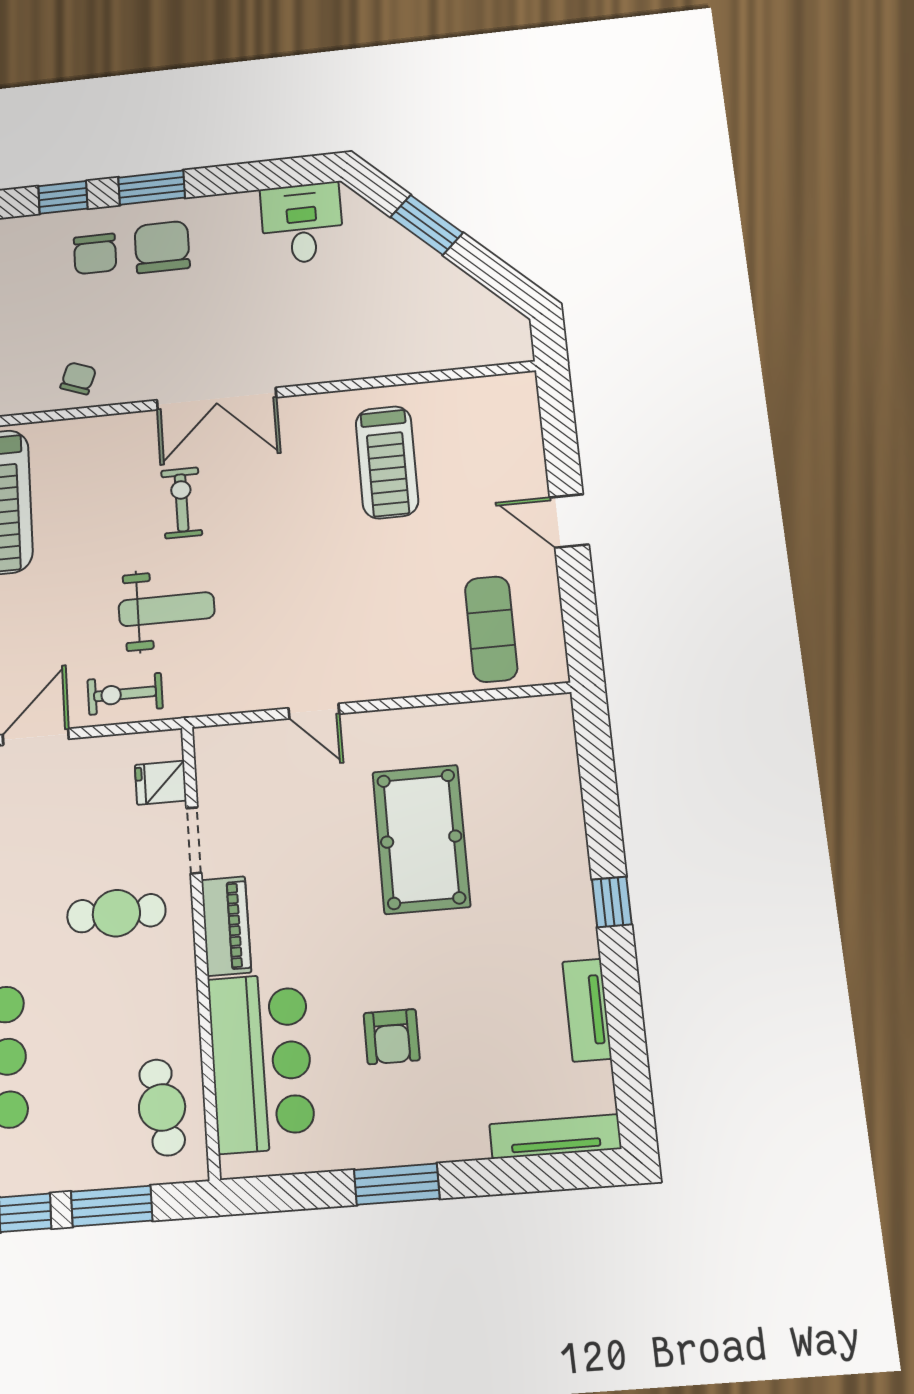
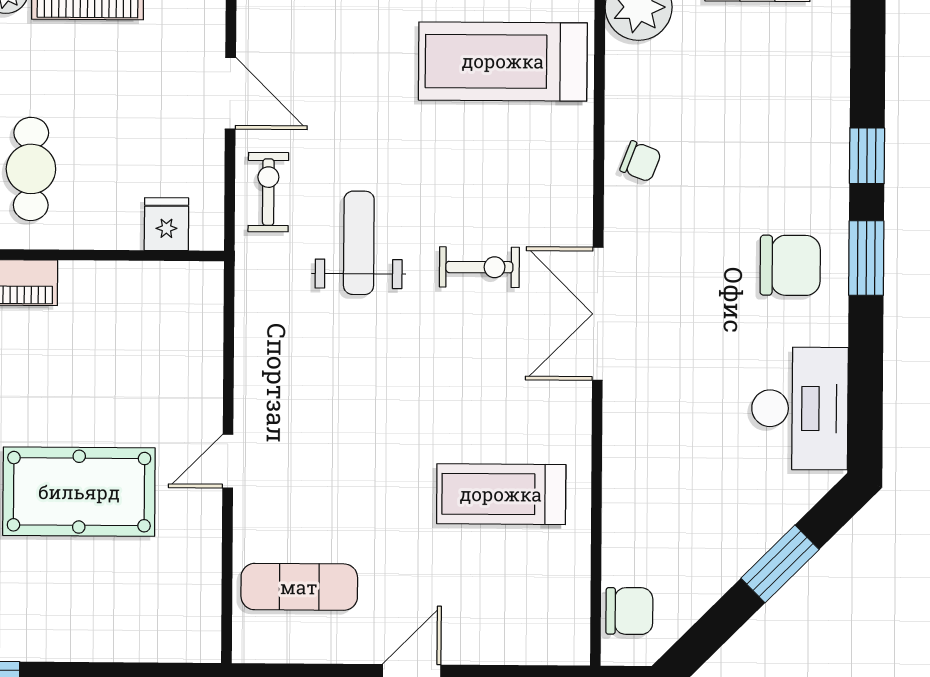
desk: (302, 223) -> (800, 408), width x1.37
chair: (95, 254) -> (629, 611), moved, turned 180
weight bench: (167, 609) -> (359, 243), turned 180
door: (314, 711) -> (228, 461), moved
doorway: (194, 840) -> (101, 255), removed

